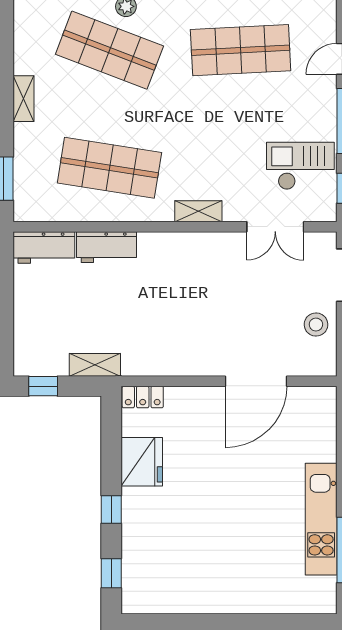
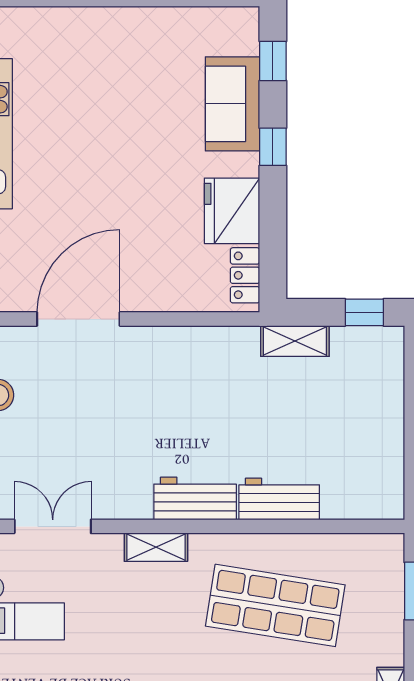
workbench: (44, 247) -> (195, 499), moved
locker: (143, 397) -> (245, 275), moved, turned -90
sofa: (141, 541) -> (233, 104), added

